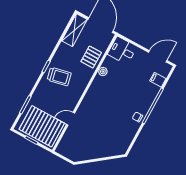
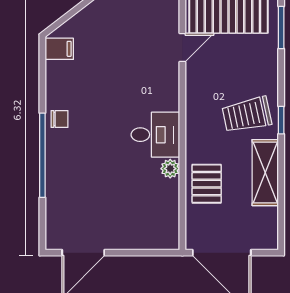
shelving: (74, 30) -> (265, 173), moved
desk: (122, 51) -> (155, 135), moved
filing cabinet: (158, 80) -> (59, 49), moved

